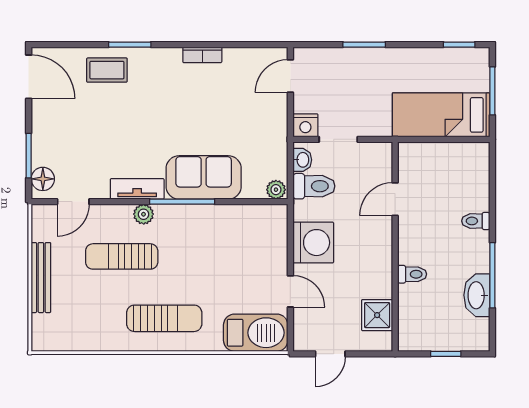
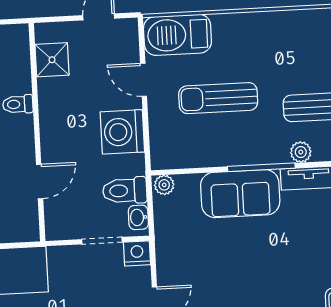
sun lounger: (164, 318) -> (218, 98), moved

